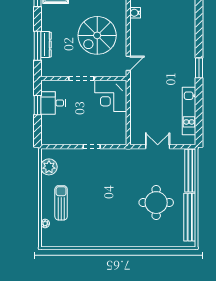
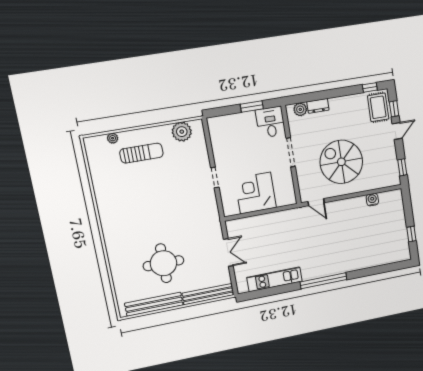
dresser: (46, 45) -> (318, 106), width x0.70
window: (38, 46) -> (319, 96), removed
plant: (47, 64) -> (300, 109), added
window: (199, 68) -> (323, 281), width x2.11
corner desk: (111, 96) -> (256, 193), moved
desk: (53, 103) -> (270, 122), moved

